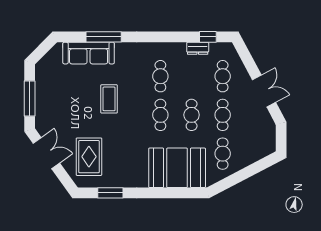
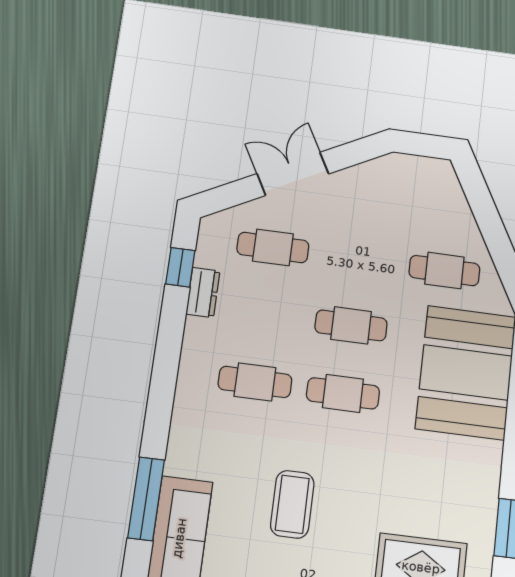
double door: (264, 91) -> (293, 174), moved
coffee table: (109, 99) -> (292, 504), turned 90
cafe table: (223, 115) -> (359, 259), removed

